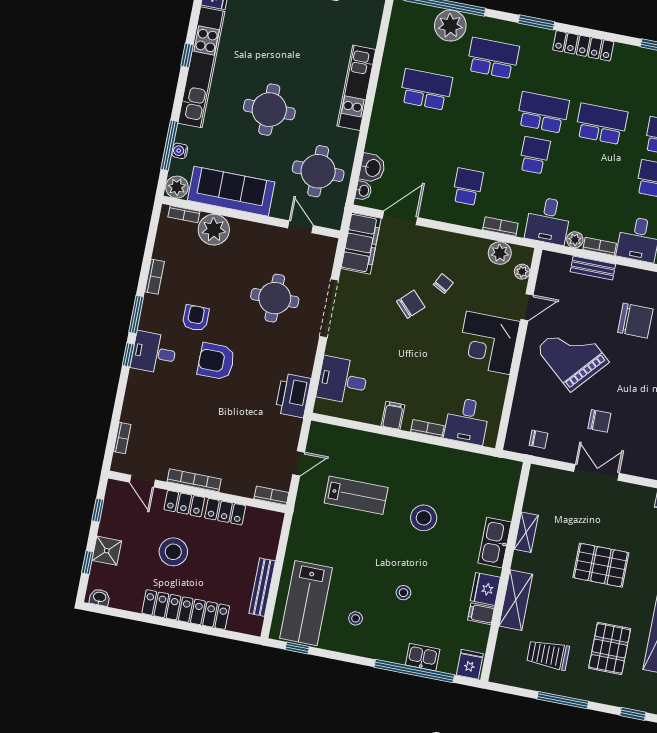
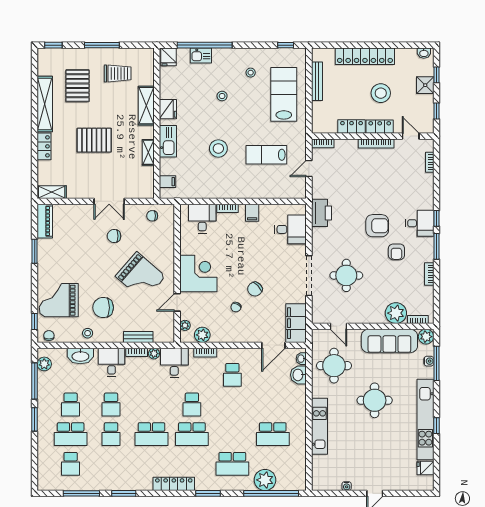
lab bench: (306, 603) -> (284, 94), moved
filing cabinet: (481, 614) -> (168, 182), moved

